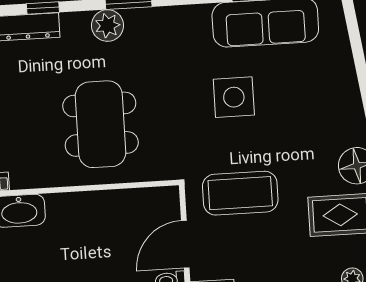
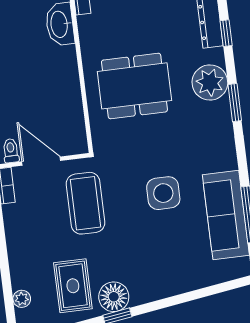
plant: (108, 25) -> (210, 82), width x1.36, depth x1.36

